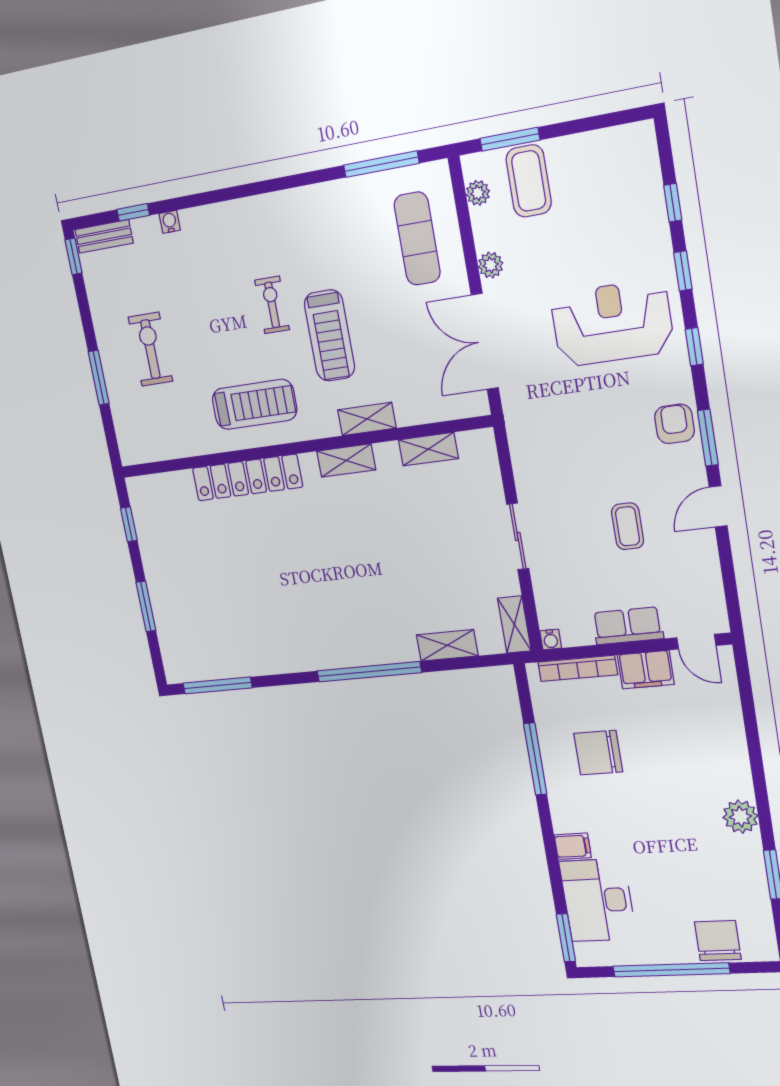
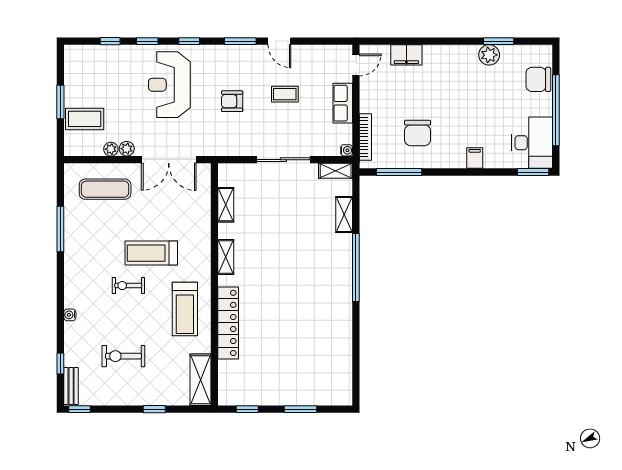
window: (510, 139) -> (60, 102), moved
window: (381, 164) -> (60, 229), moved
plant: (478, 193) -> (111, 149), moved
water cooler: (170, 222) -> (70, 315), moved
treadmill: (330, 336) -> (151, 253), turned 180
exercise bike: (150, 349) -> (123, 356), moved
window: (99, 378) -> (154, 409), width x0.67
treadmill: (254, 404) -> (185, 309), turned 180
shelving: (367, 419) -> (200, 380), moved, width x1.50, depth x1.33
armchair: (674, 424) -> (232, 101), moved
sliding door: (518, 536) -> (283, 160), width x1.37
filing cabinet: (646, 670) -> (406, 55), moved, turned 90
window: (217, 686) -> (356, 371), removed
window: (535, 759) -> (399, 172), moved
plant: (740, 817) -> (489, 55), moved
desk: (598, 900) -> (532, 143), moved, turned -90

